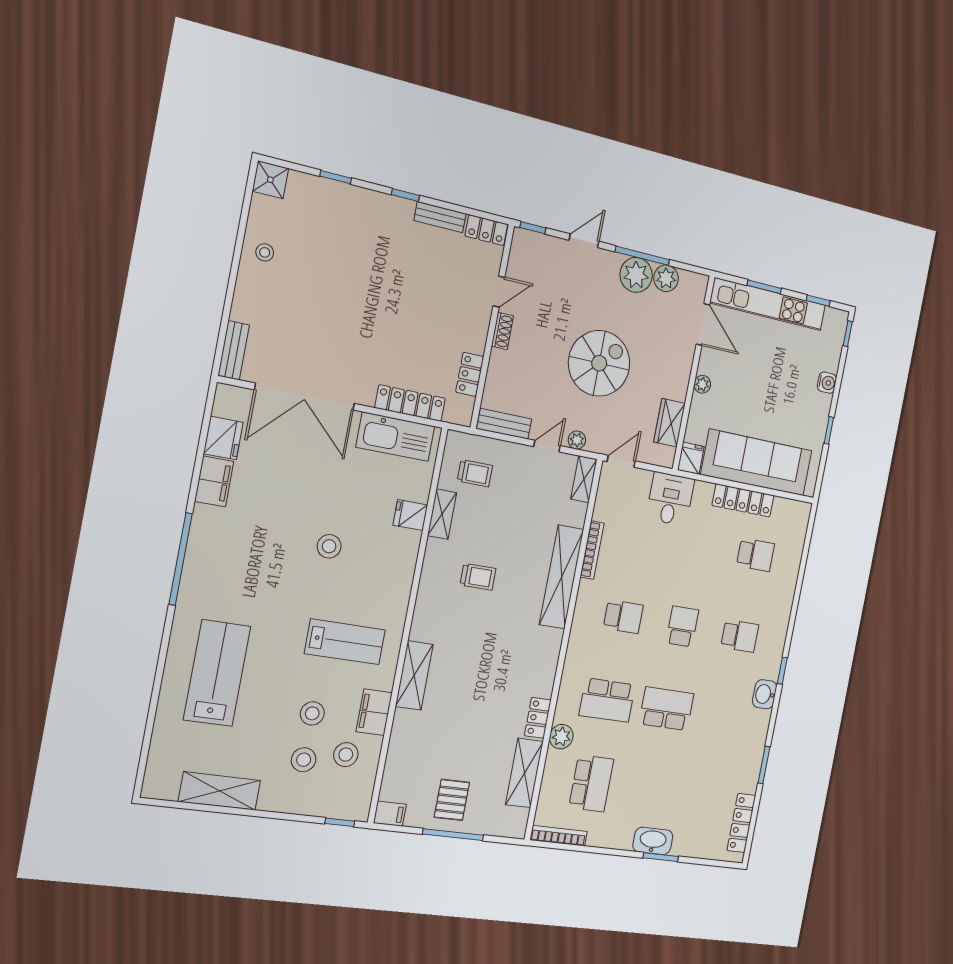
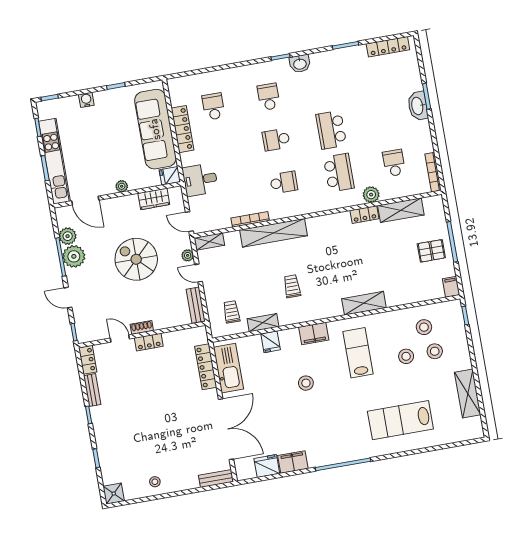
door: (703, 325) -> (85, 201), swing flipped
locker: (470, 374) -> (149, 342), moved
school desk: (623, 617) -> (284, 182), turned 90
filing cabinet: (374, 712) -> (314, 334), moved
school desk: (591, 783) -> (394, 163), width x0.54

